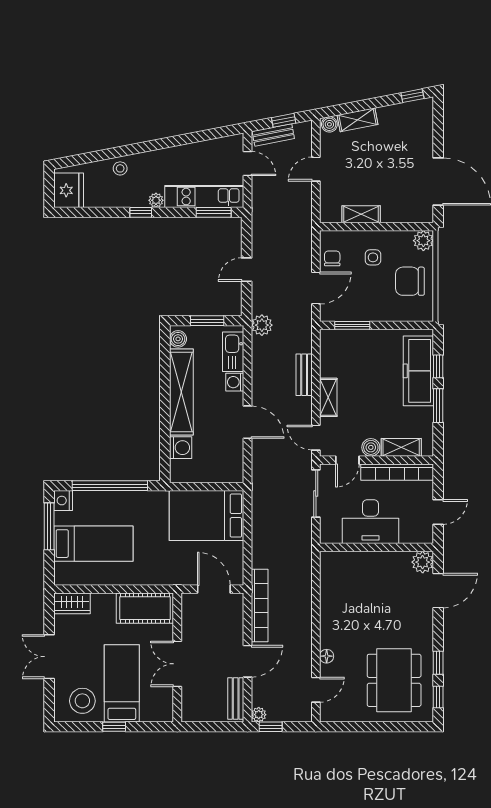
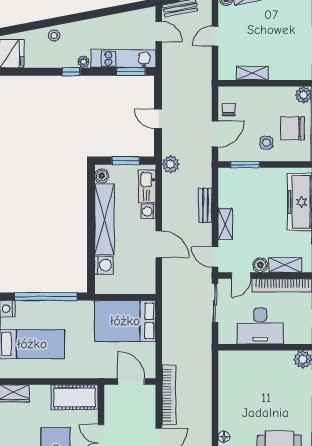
side table: (373, 257) -> (266, 143), moved
door: (247, 270) -> (158, 119), hinge flipped

